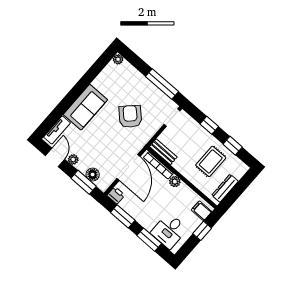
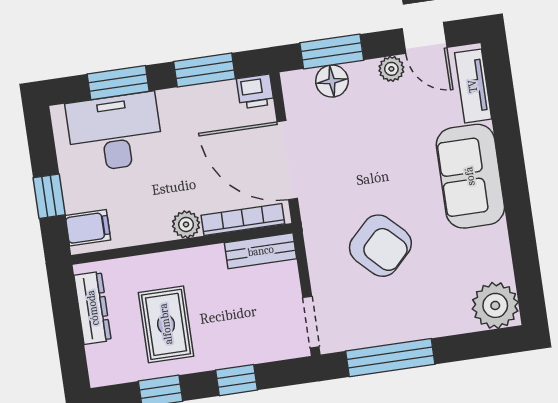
plant: (118, 59) -> (495, 305), width x1.88, depth x1.88
desk: (169, 231) -> (115, 132), width x1.37

